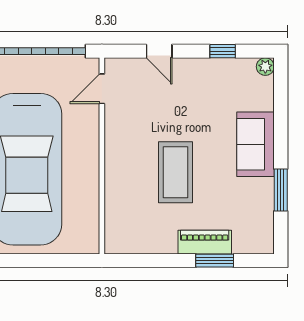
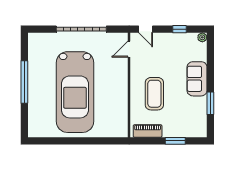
door: (102, 89) -> (129, 49), moved
wall: (102, 156) -> (129, 85), moved
piano: (205, 242) -> (148, 131), moved

